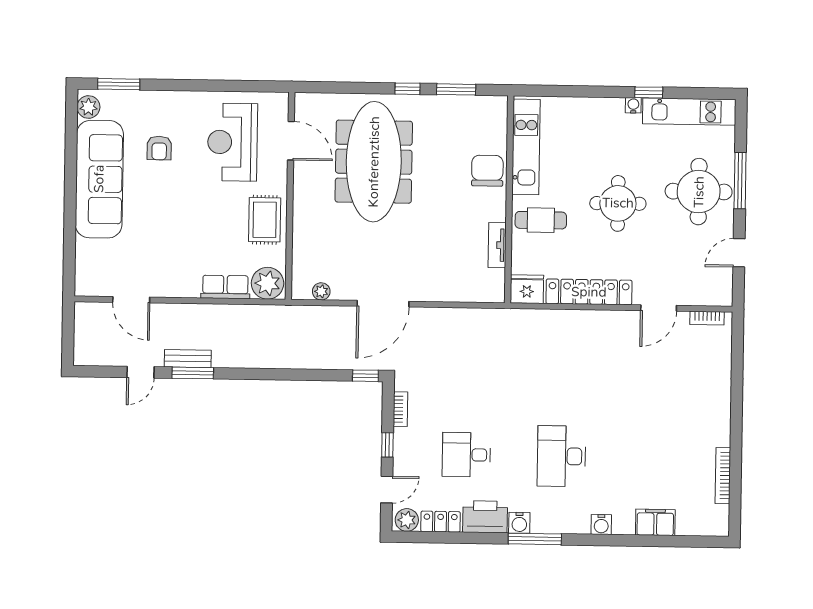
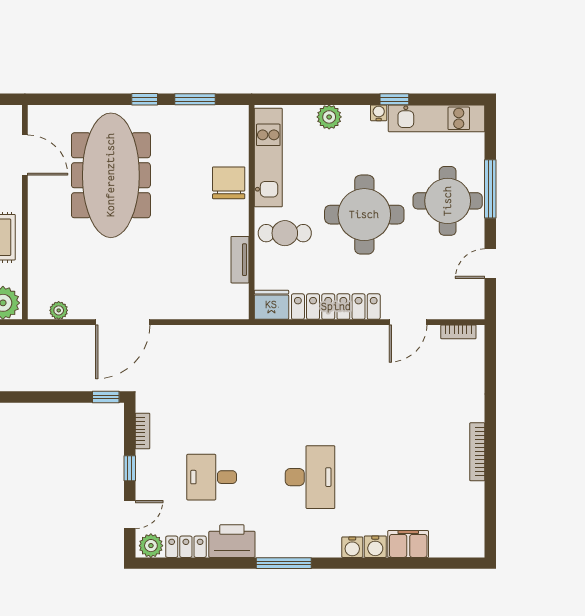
plant: (585, 109) -> (329, 117), added
round table: (618, 203) -> (364, 215), width x1.36, depth x1.36
desk: (562, 456) -> (310, 477), turned 180
bookcase: (723, 476) -> (477, 452), moved
water cooler: (519, 523) -> (375, 547), moved

